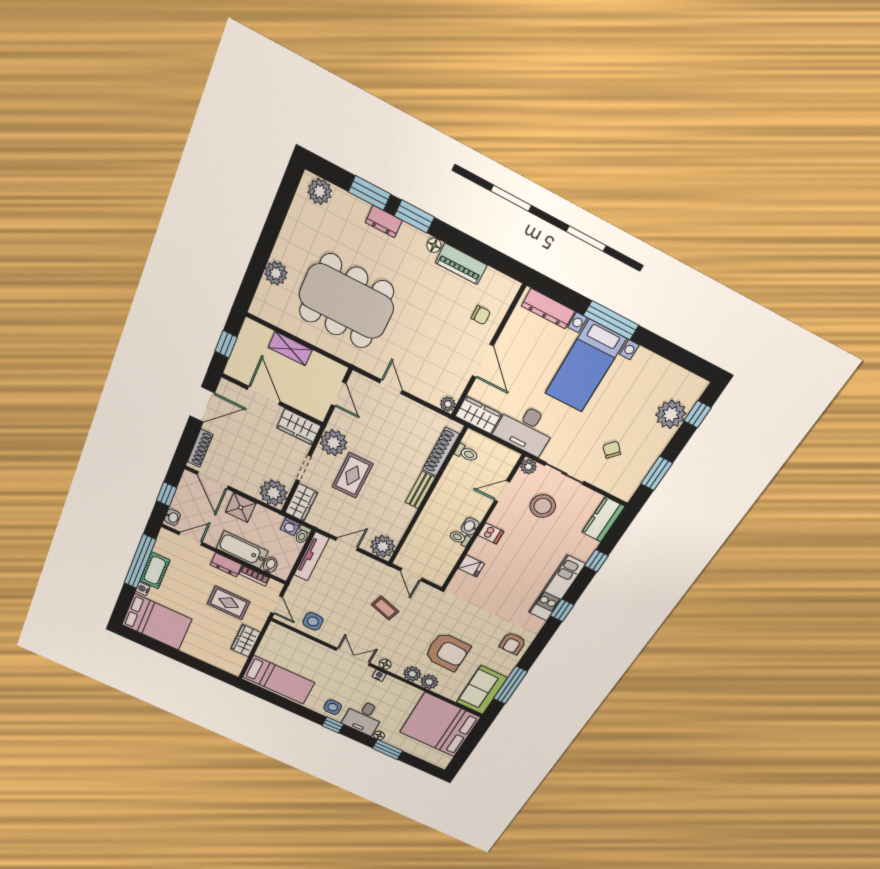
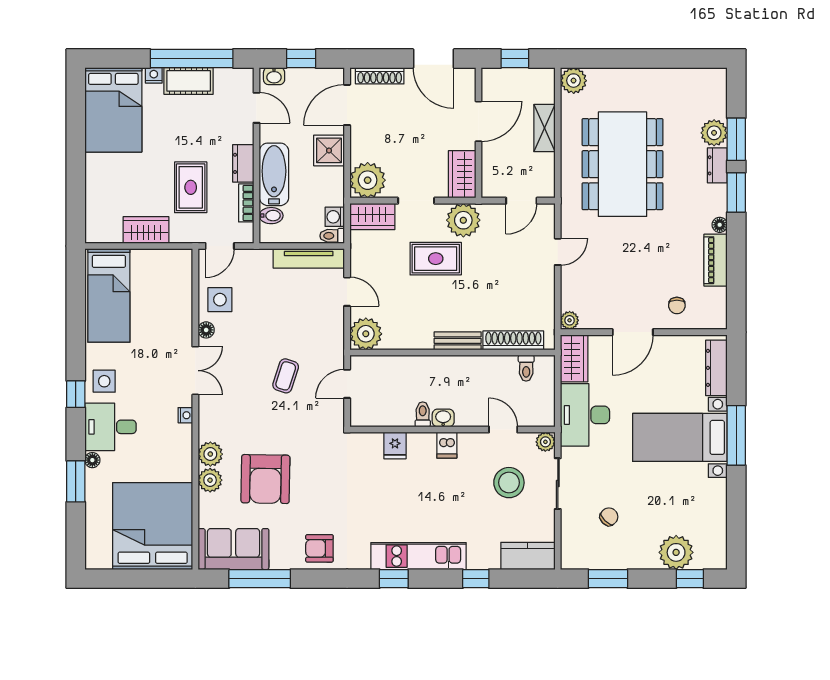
plant: (320, 192) -> (714, 133), moved
plant: (276, 273) -> (574, 81), moved
floor lamp: (385, 664) -> (206, 330), moved

